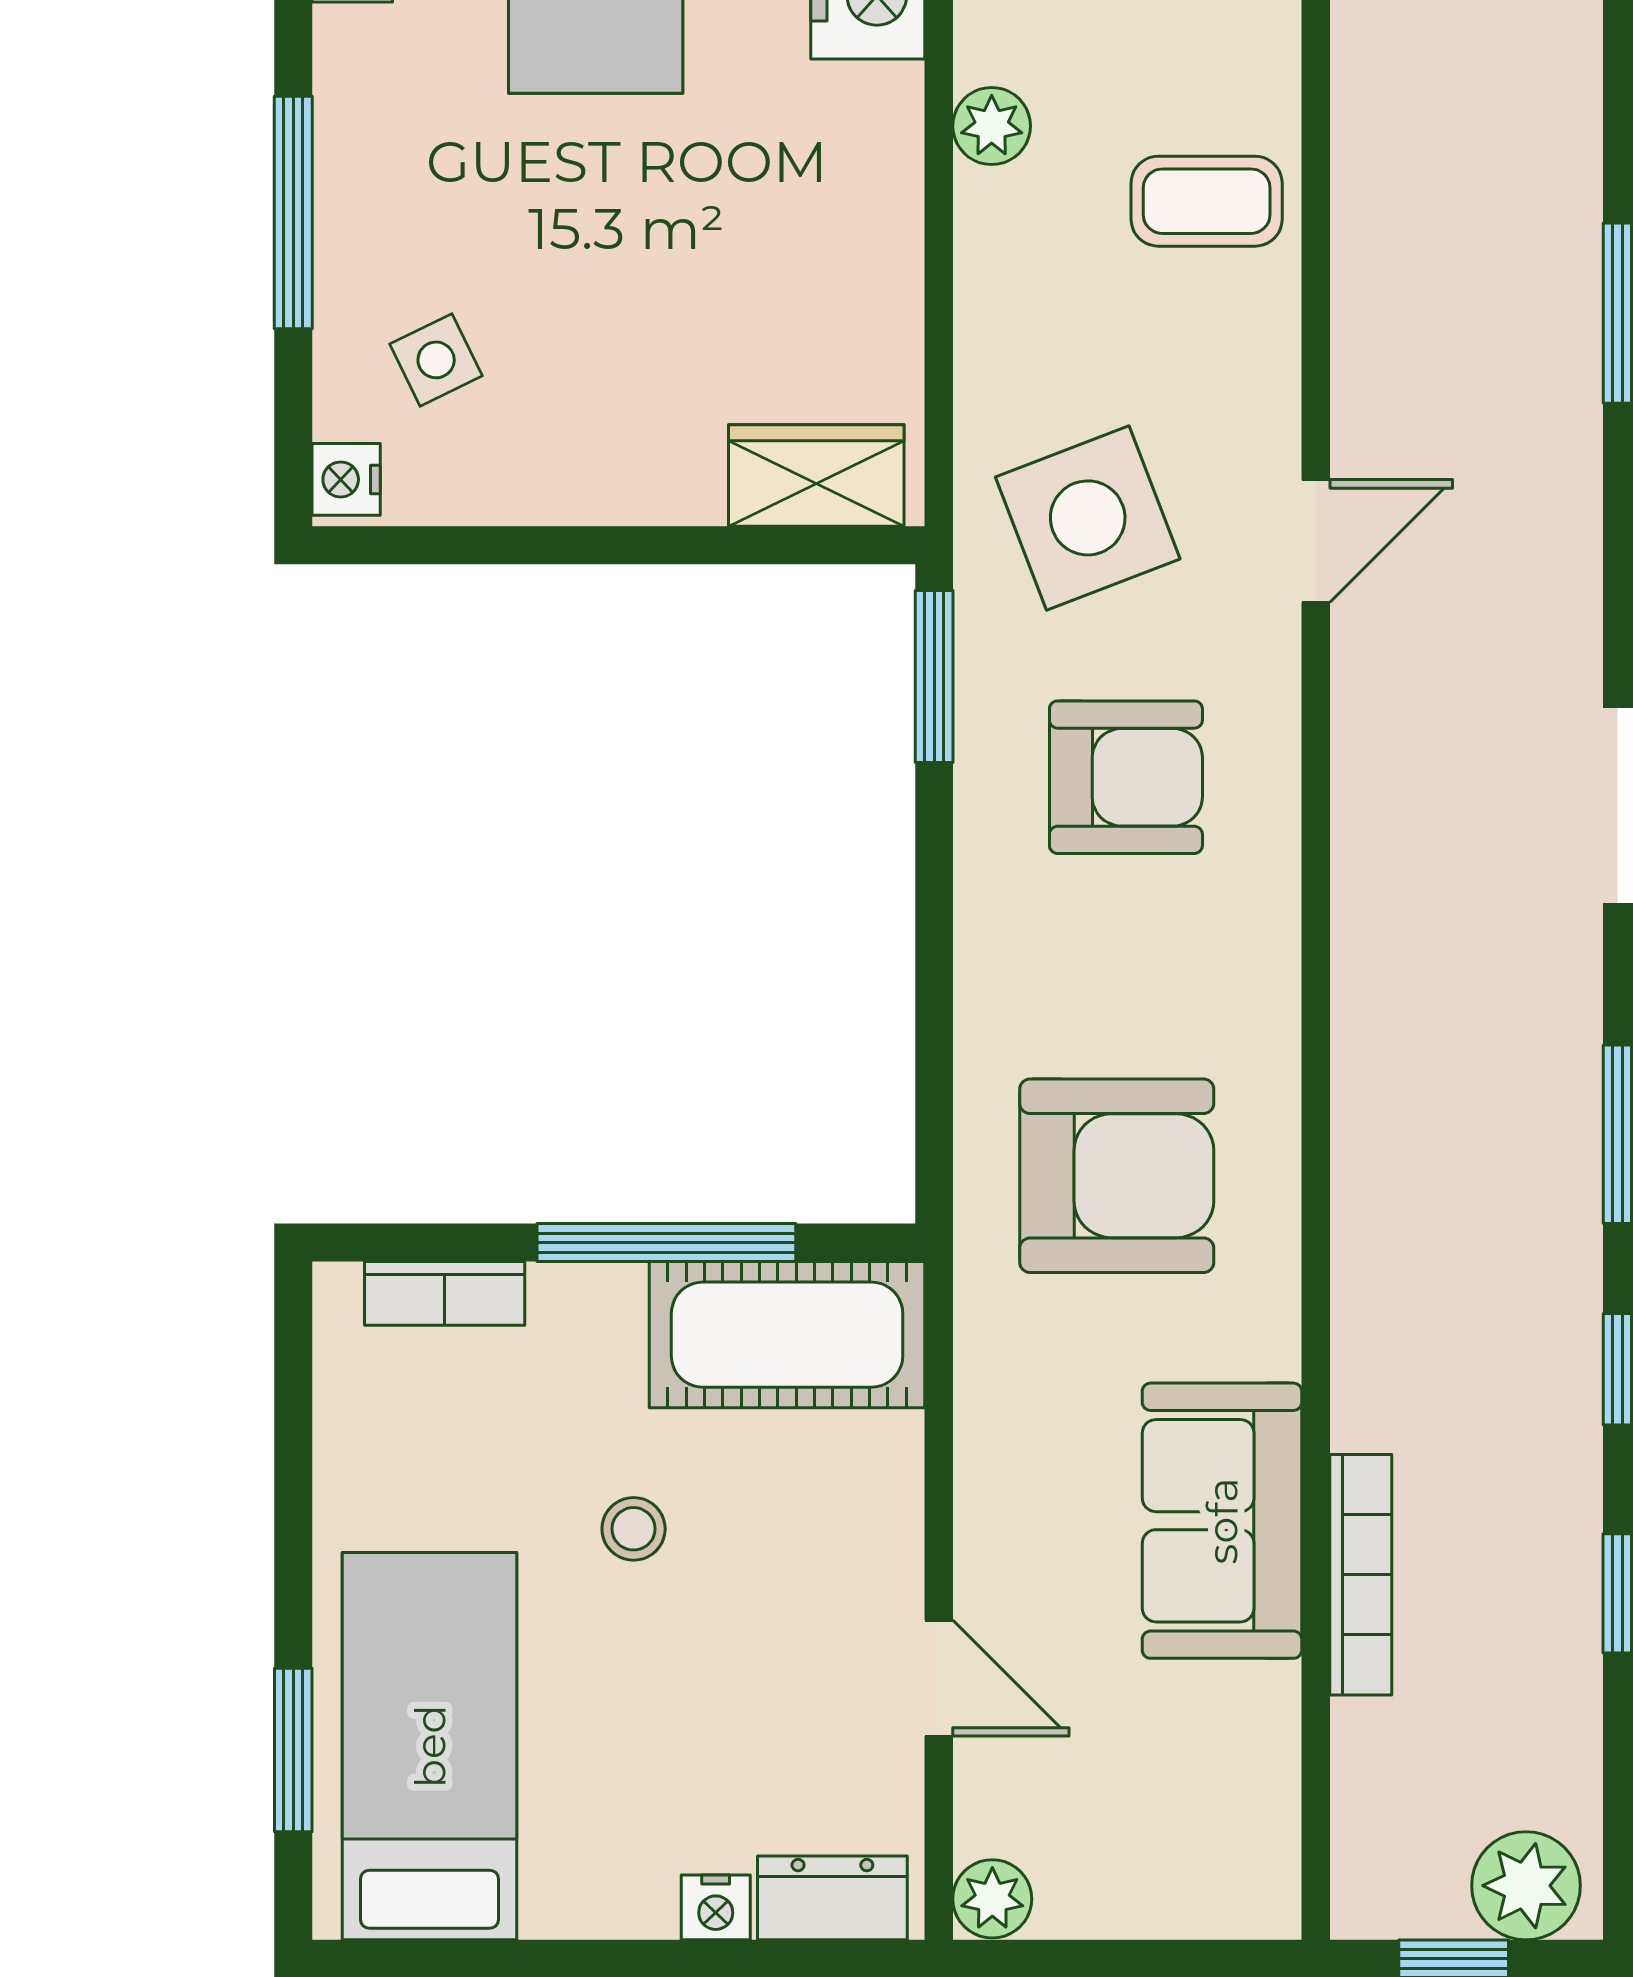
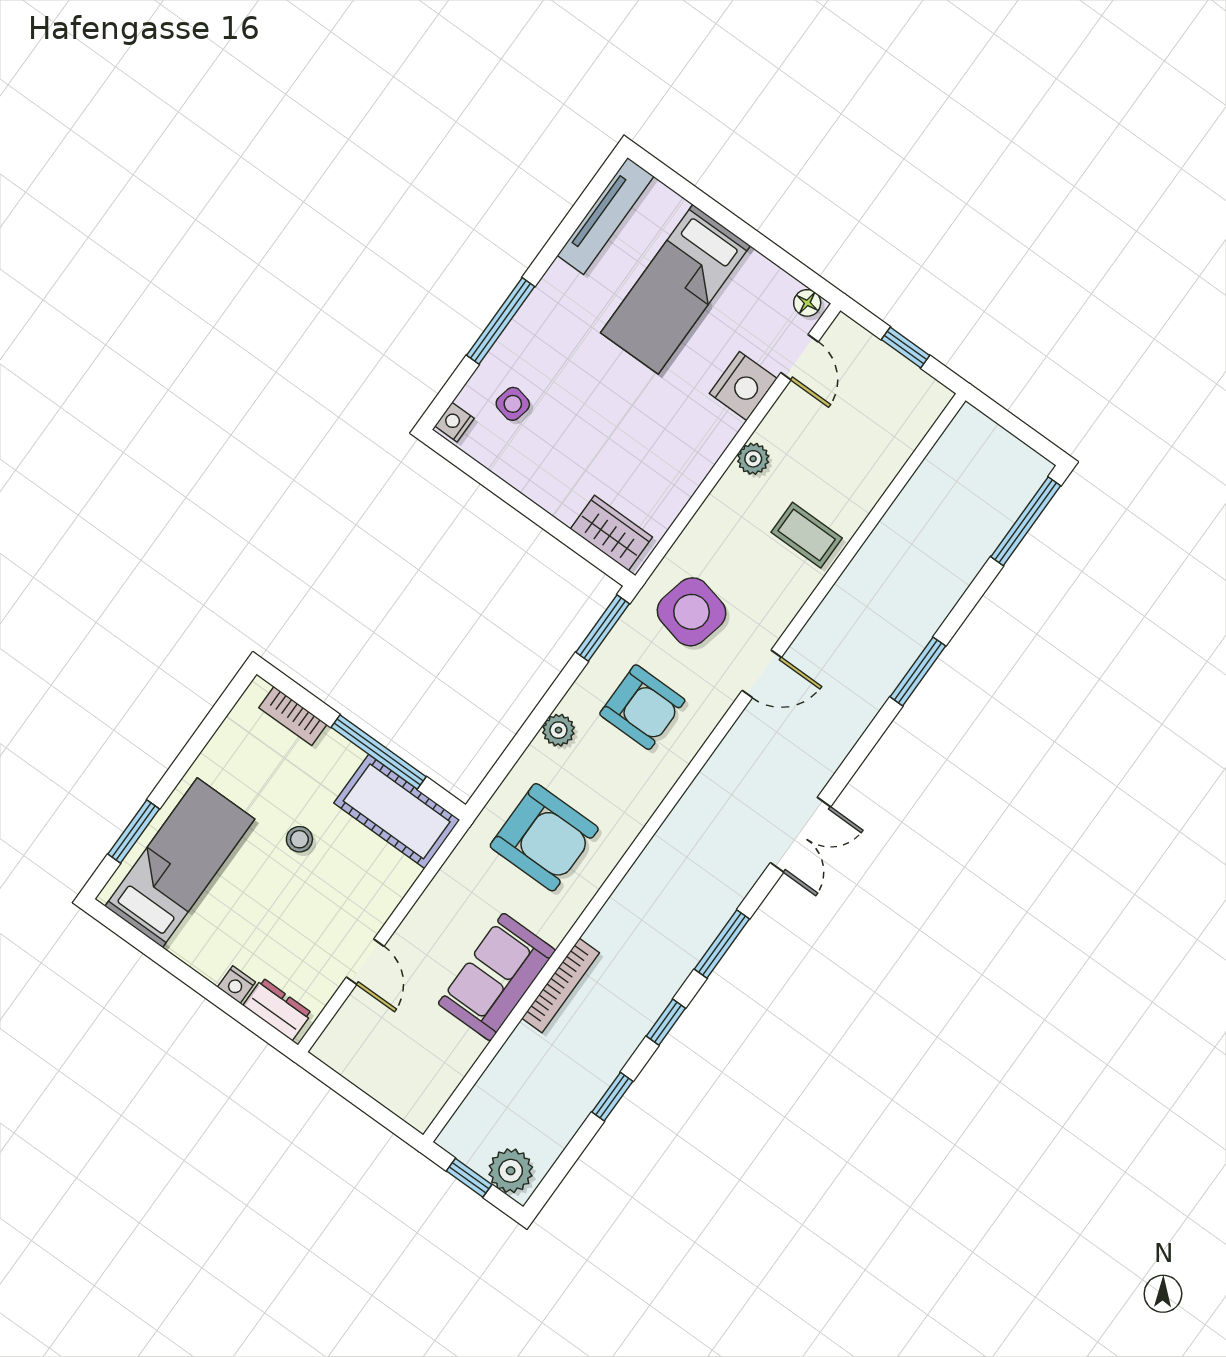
side table: (436, 360) -> (513, 404), turned 38
side table: (1088, 518) -> (691, 612), turned 34
bookcase: (1361, 1575) -> (561, 985), moved
plant: (992, 1899) -> (558, 730), moved

